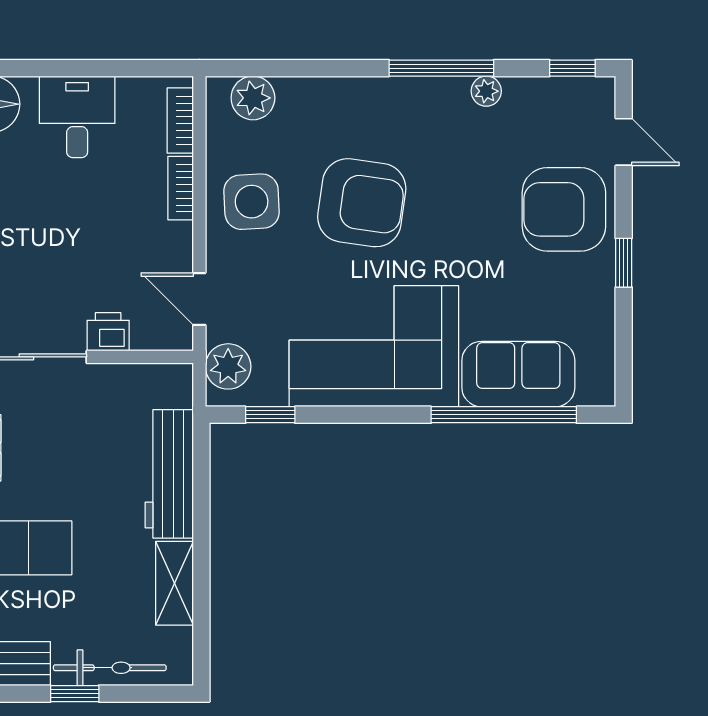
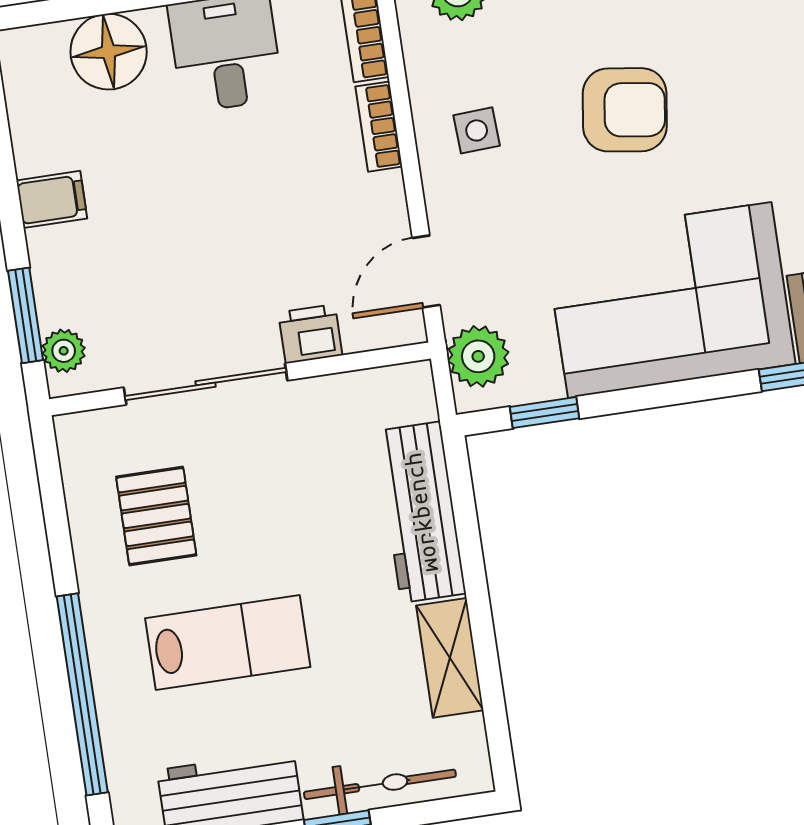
side table: (252, 202) -> (477, 130), width x0.54, depth x0.54
armchair: (362, 203) -> (625, 110), width x0.73, depth x0.73
door: (199, 299) -> (426, 271), hinge flipped

